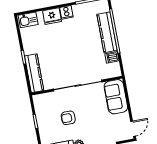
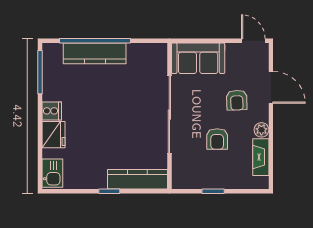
dishwasher: (112, 57) -> (135, 53), removed
armchair: (94, 125) -> (237, 100), added

